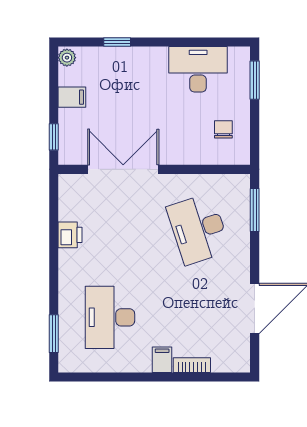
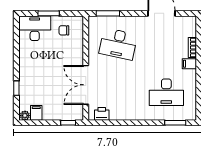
desk: (198, 69) -> (35, 28), moved, turned 90
window: (255, 80) -> (49, 13), moved
filing cabinet: (72, 97) -> (36, 113), moved
desk: (198, 229) -> (118, 44), turned 30
printer: (70, 235) -> (102, 114), moved

